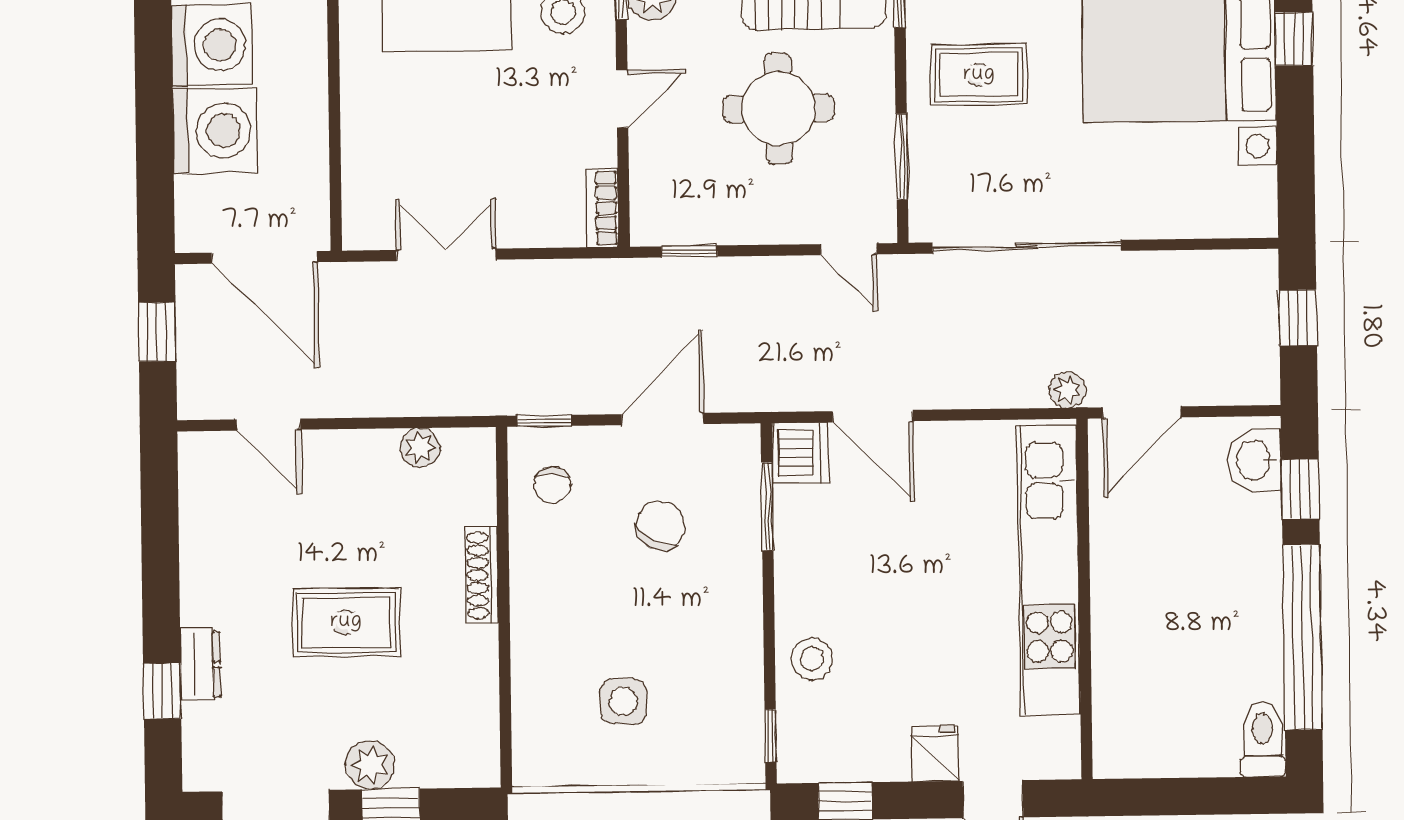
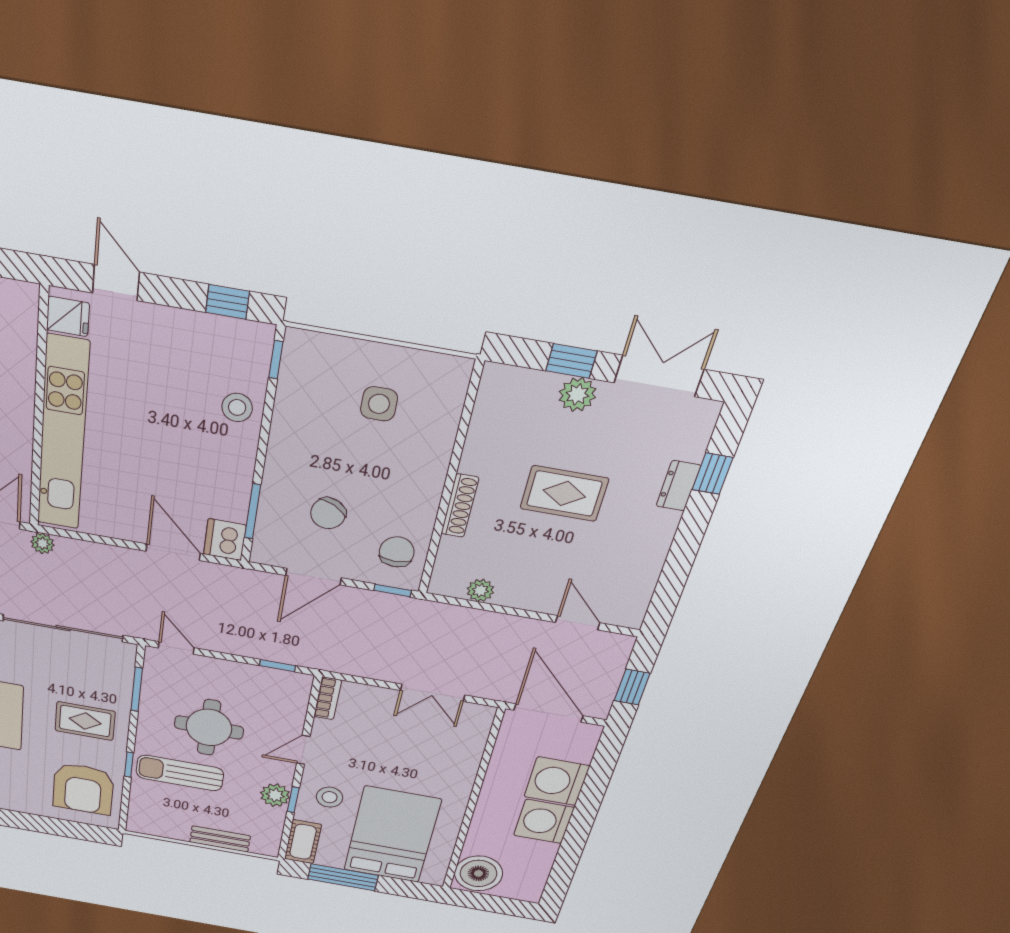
chair: (552, 485) -> (397, 552), width x1.37, depth x1.37
fridge: (935, 753) -> (68, 316), moved, turned -90

